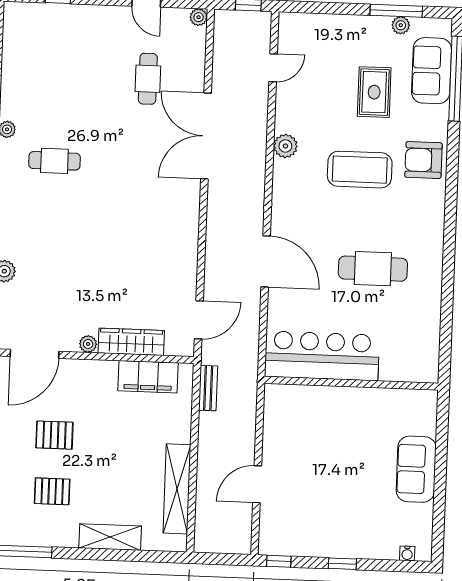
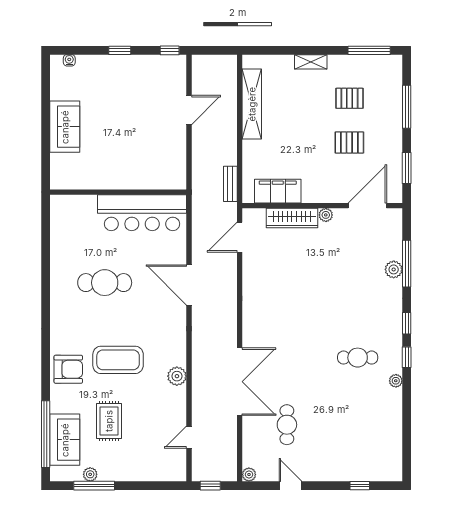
shelving: (110, 537) -> (311, 62), width x0.67, depth x0.75

